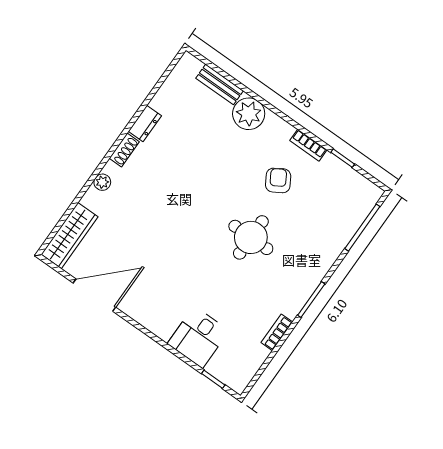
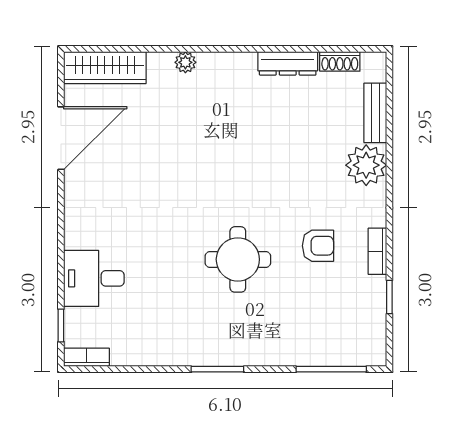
dresser: (145, 124) -> (288, 63), width x1.44
shoe rack: (124, 150) -> (340, 61), moved
armchair: (278, 180) -> (318, 246), turned 31
door: (94, 295) -> (61, 138), hinge flipped
bookcase: (277, 332) -> (86, 357), moved

